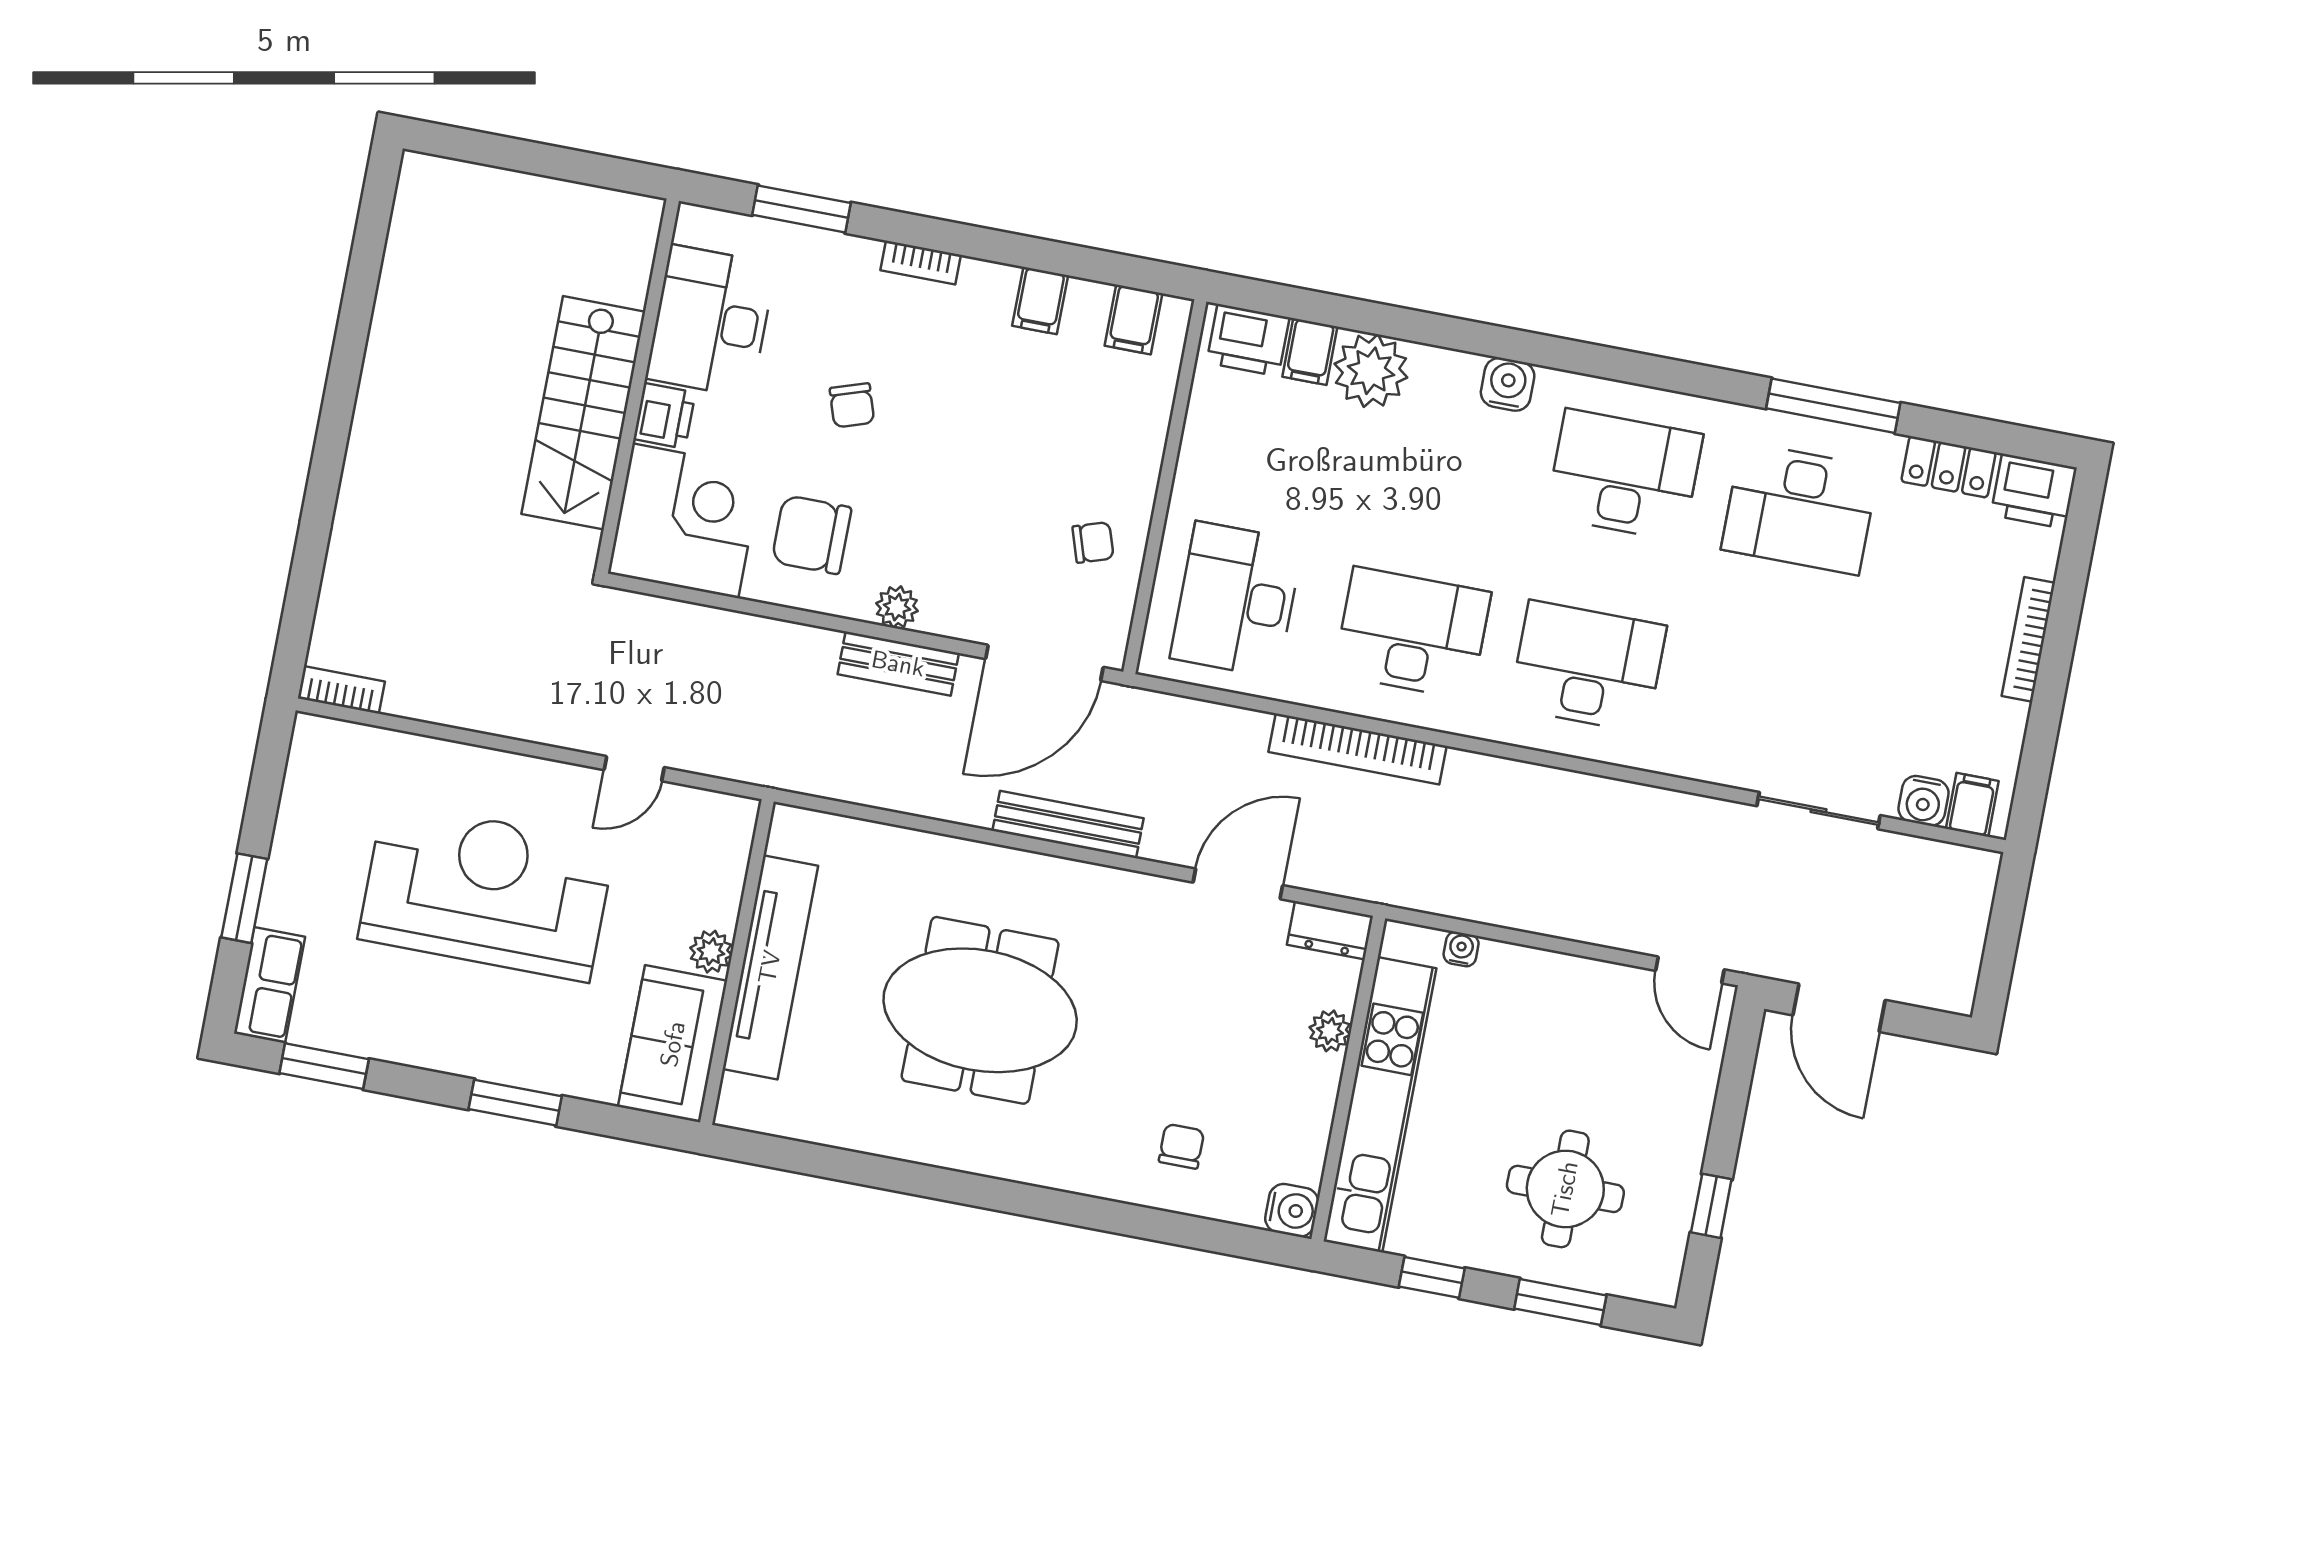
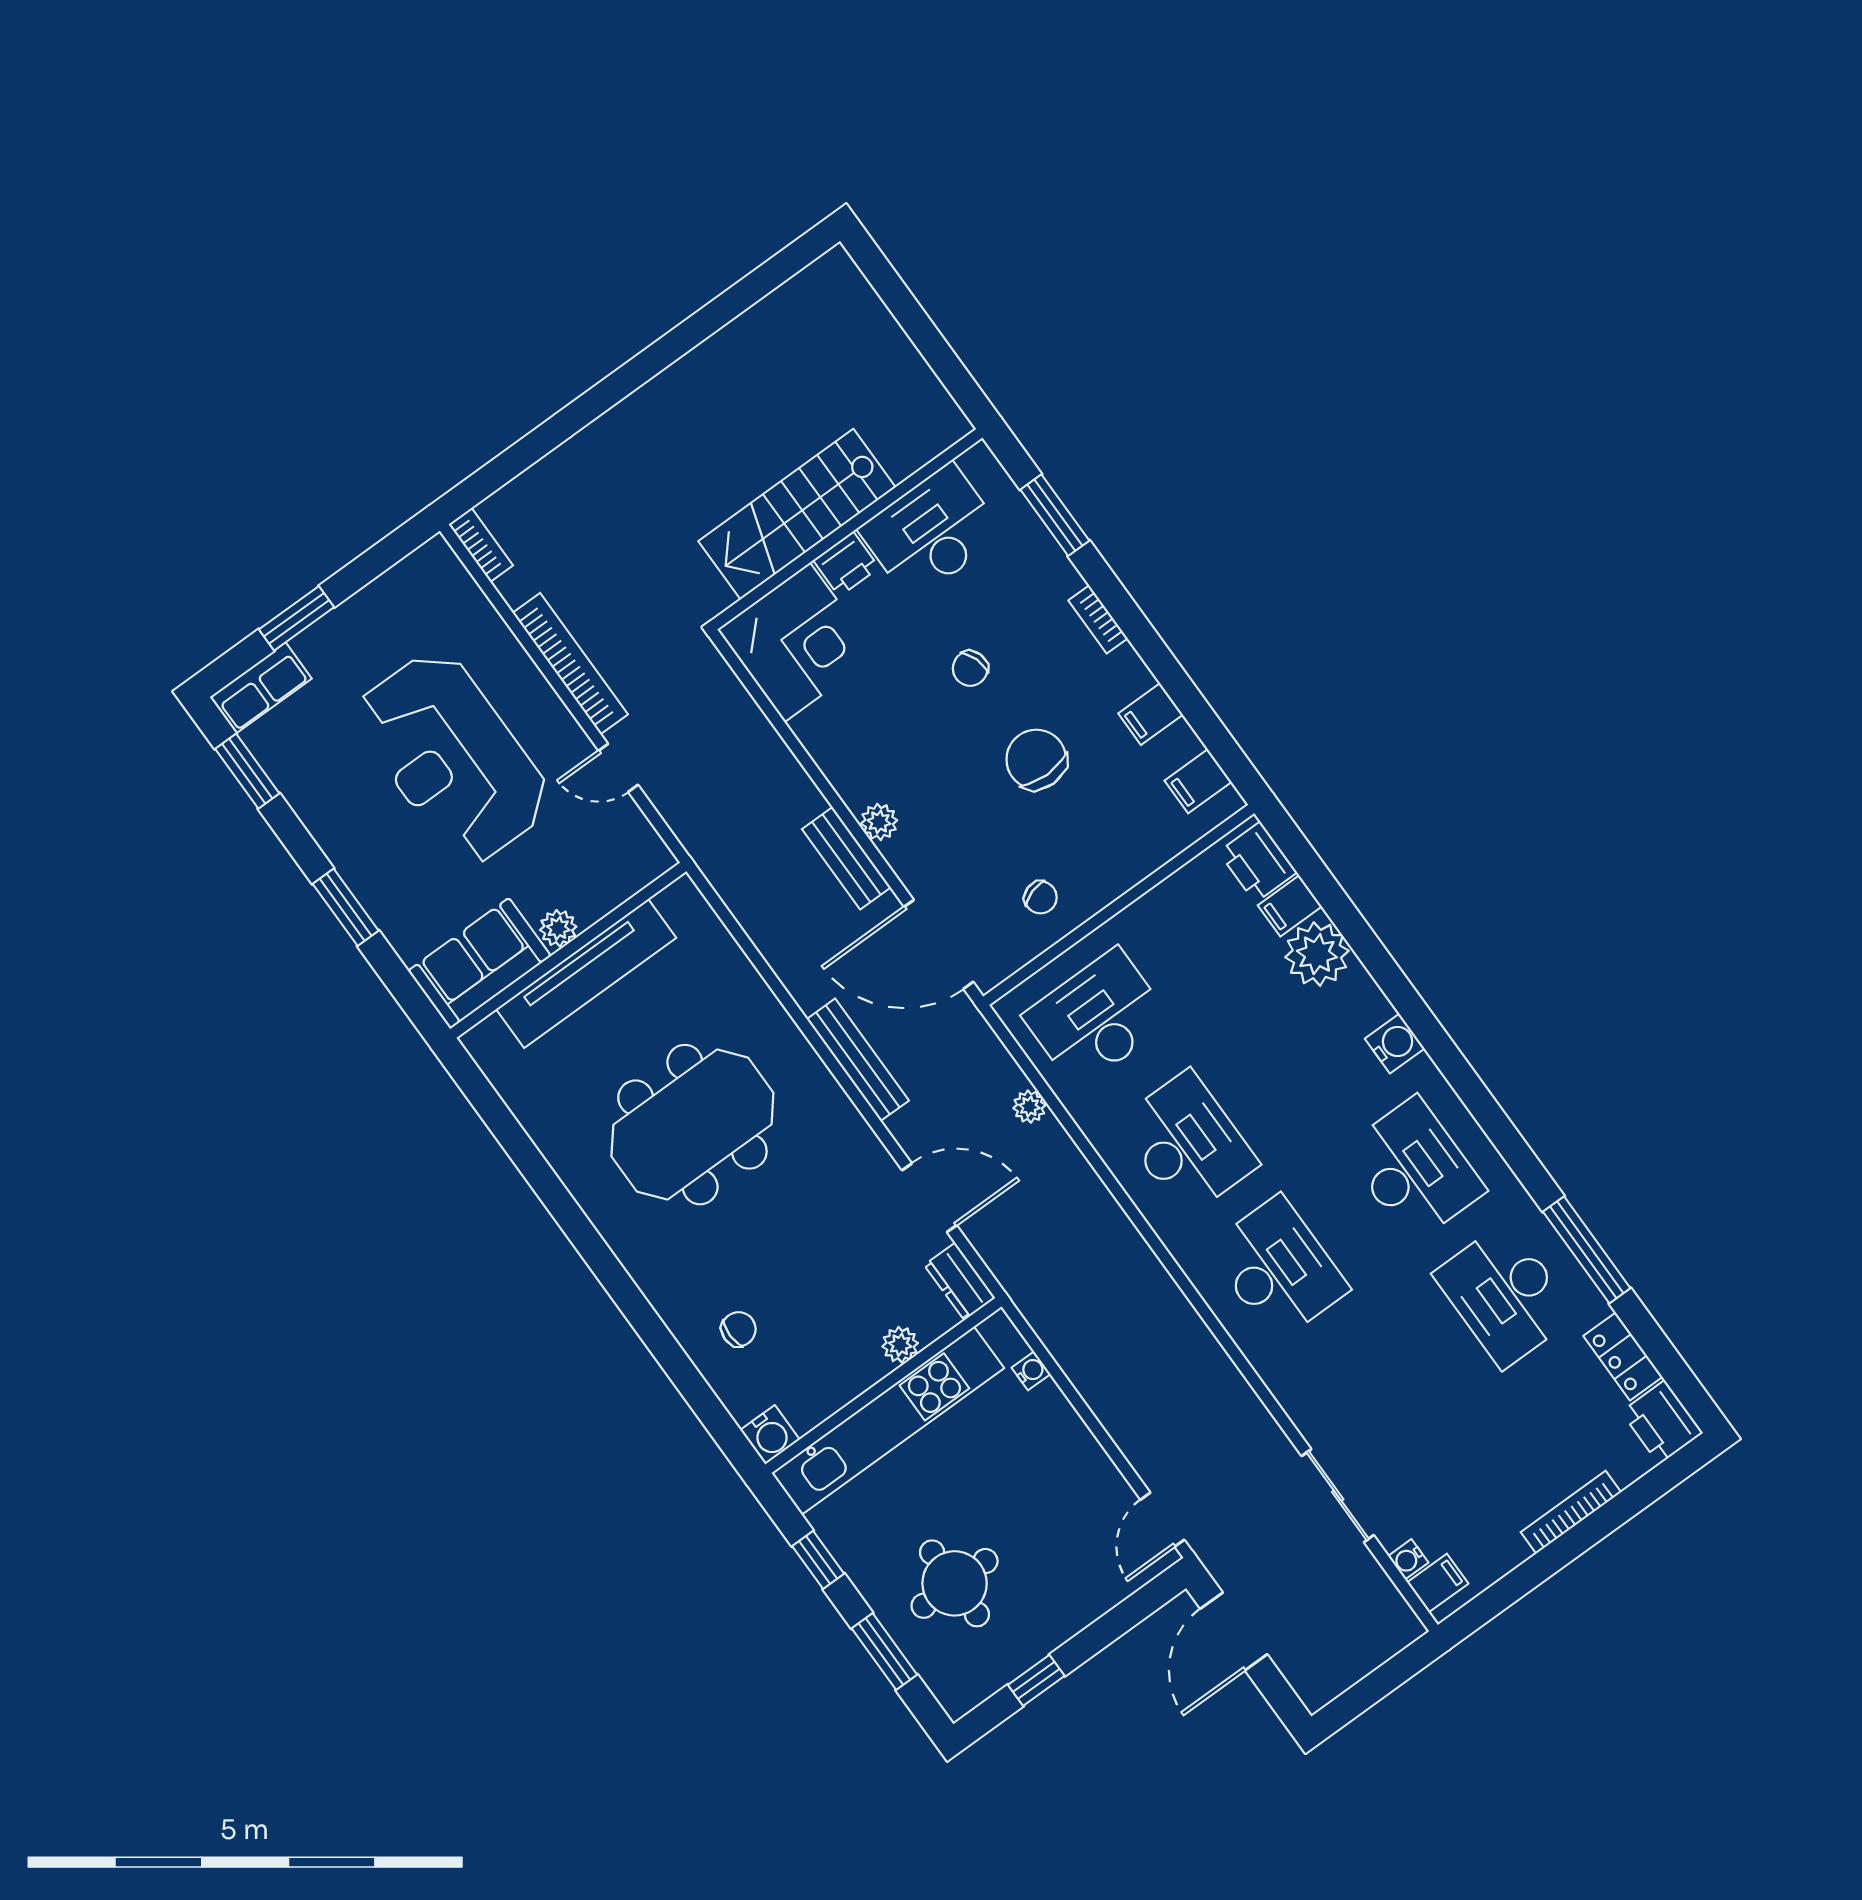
chair: (812, 535) -> (1036, 759), moved
plant: (1250, 728) -> (1029, 1107), added
bookcase: (1358, 749) -> (570, 664), moved, turned 180
water cooler: (1923, 801) -> (1408, 1559), width x0.72, depth x0.72
reception desk: (486, 891) -> (453, 758), turned 180
meeting table: (980, 1010) -> (692, 1125), turned 90

